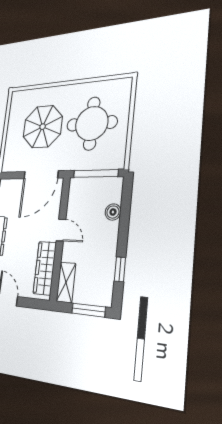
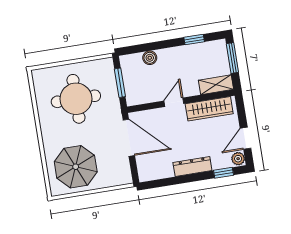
parasol: (43, 127) -> (76, 167), moved
window: (96, 174) -> (120, 83), width x0.69

